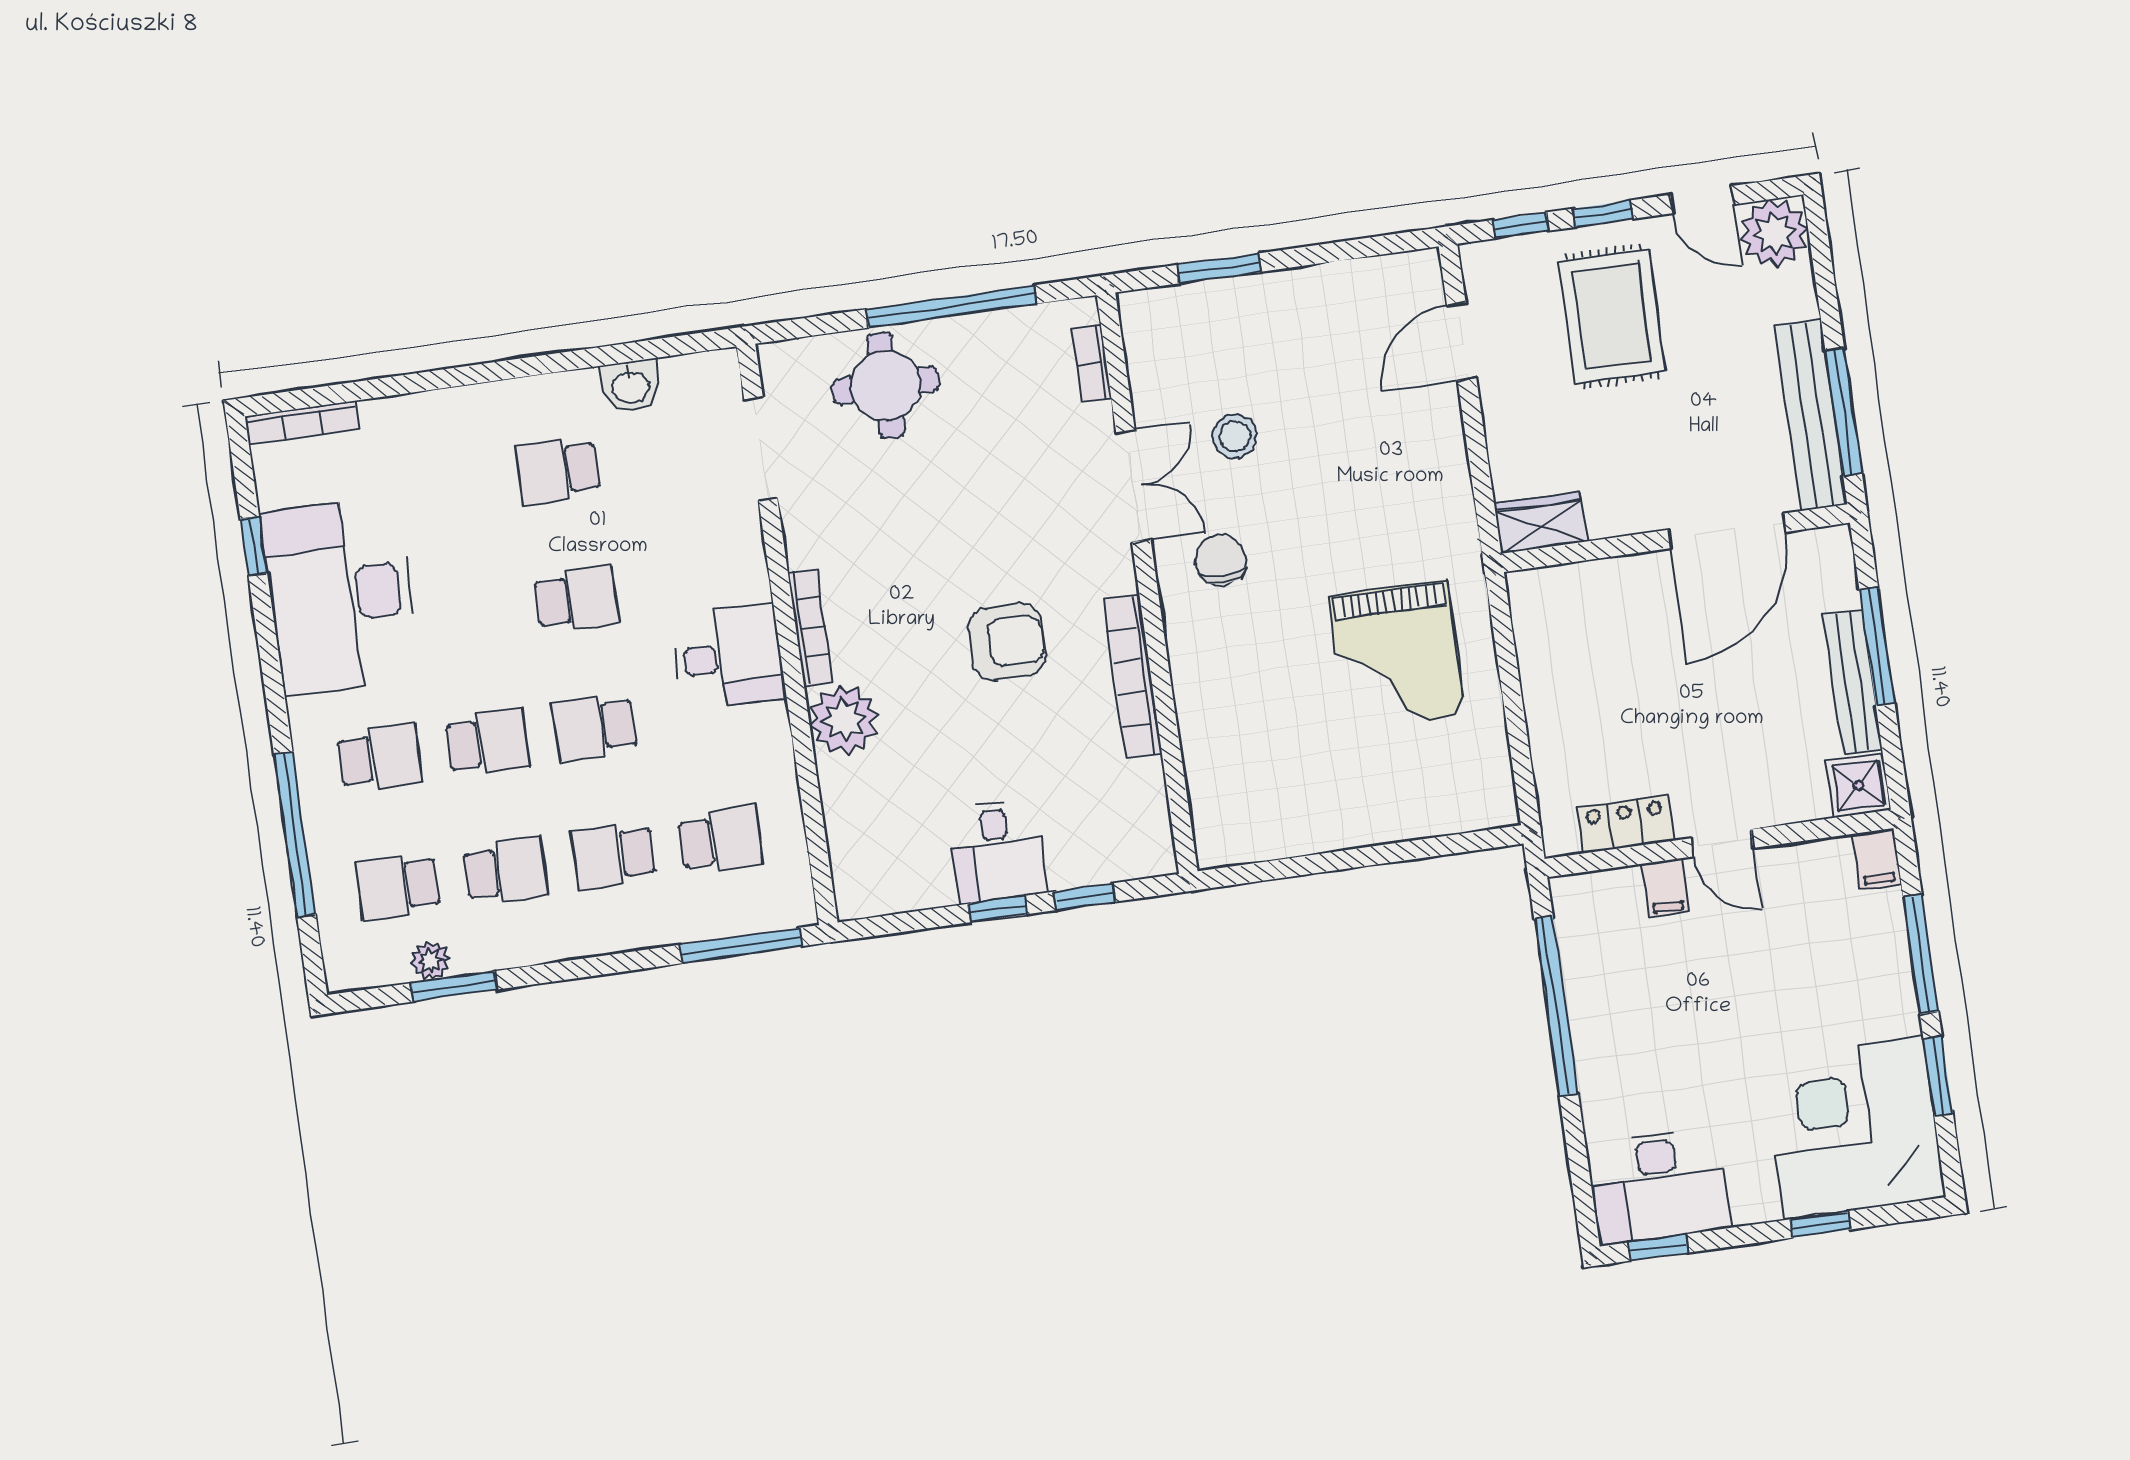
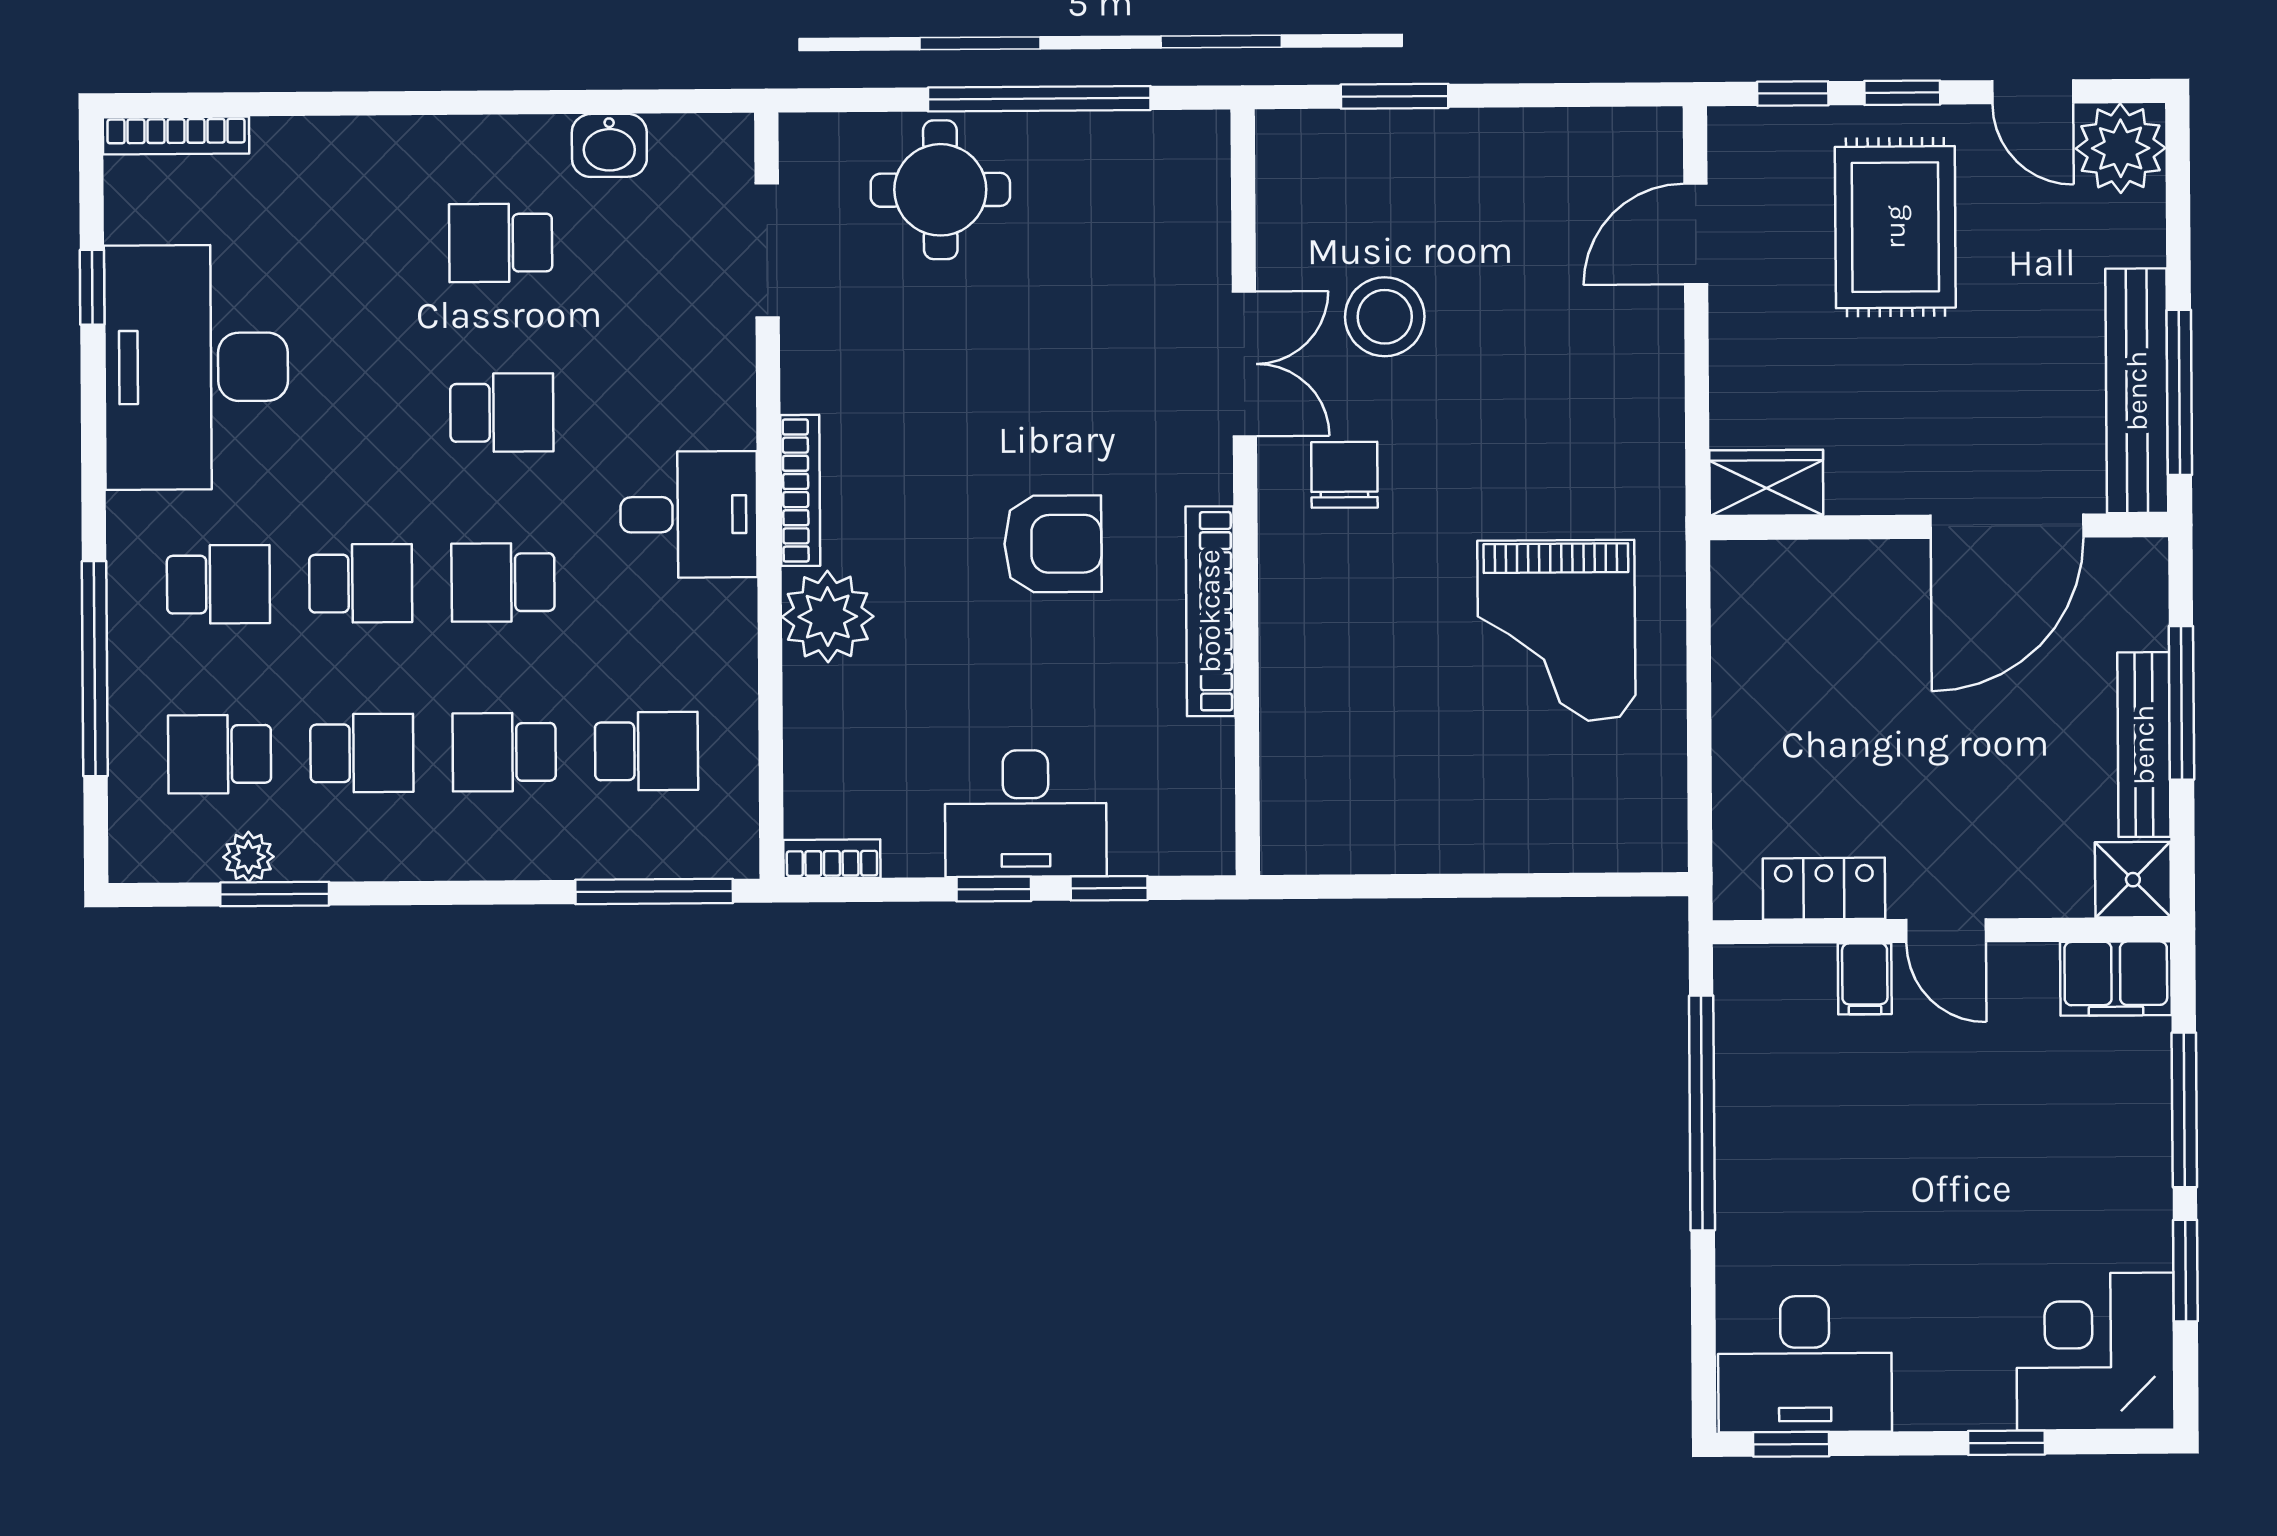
bookcase: (1092, 363) -> (832, 859), moved, turned 90
stool: (1235, 436) -> (1385, 317), width x1.38, depth x1.38
desk: (997, 851) -> (1026, 813), width x1.37
filing cabinet: (1877, 859) -> (2116, 979), width x2.00
corner desk: (1854, 1128) -> (2095, 1351), width x0.74, depth x0.74

